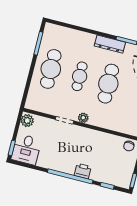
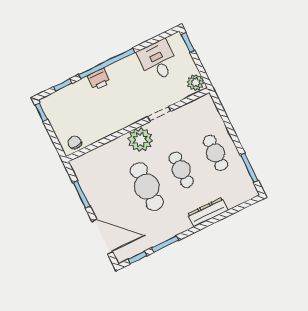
dresser: (110, 44) -> (208, 212), moved
cafe table: (51, 69) -> (216, 153), width x0.73, depth x0.74
plant: (83, 118) -> (140, 140), width x1.87, depth x1.87
desk: (26, 149) -> (158, 61), moved

